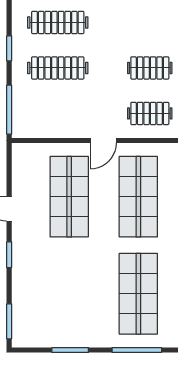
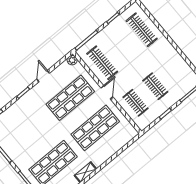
clothes rail: (58, 68) -> (102, 63), moved
door: (103, 140) -> (107, 92), swing flipped
plant: (20, 151) -> (72, 60), added

